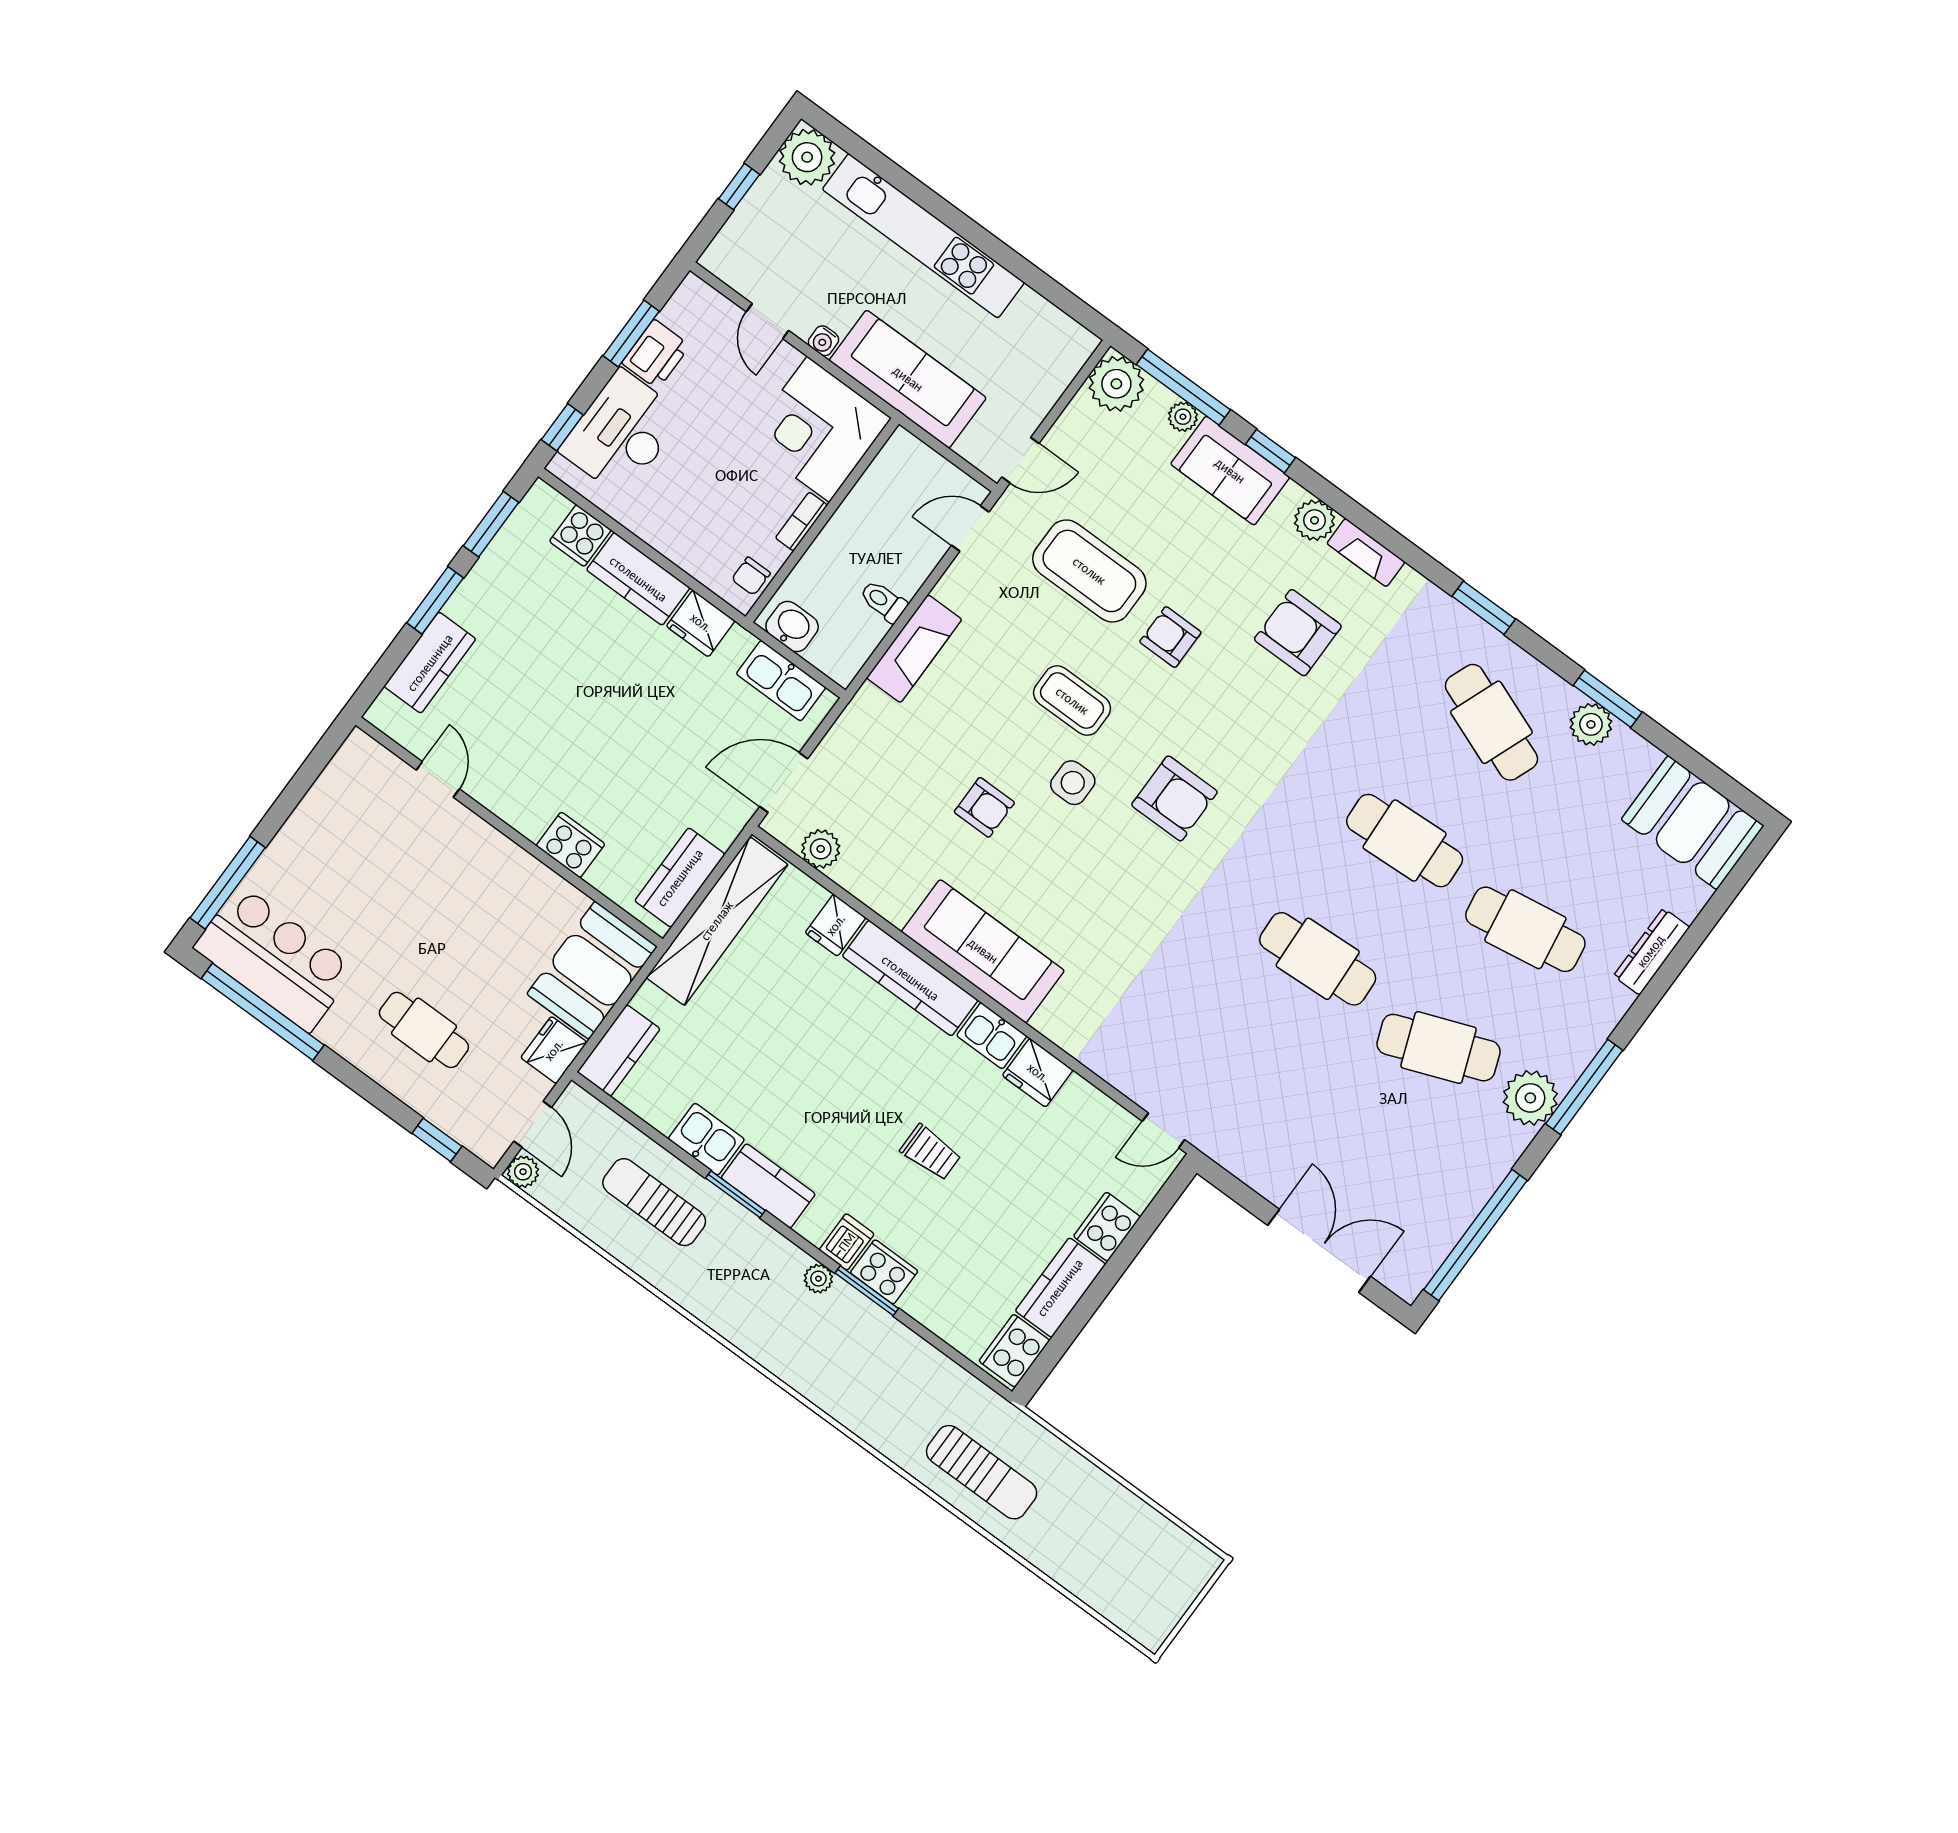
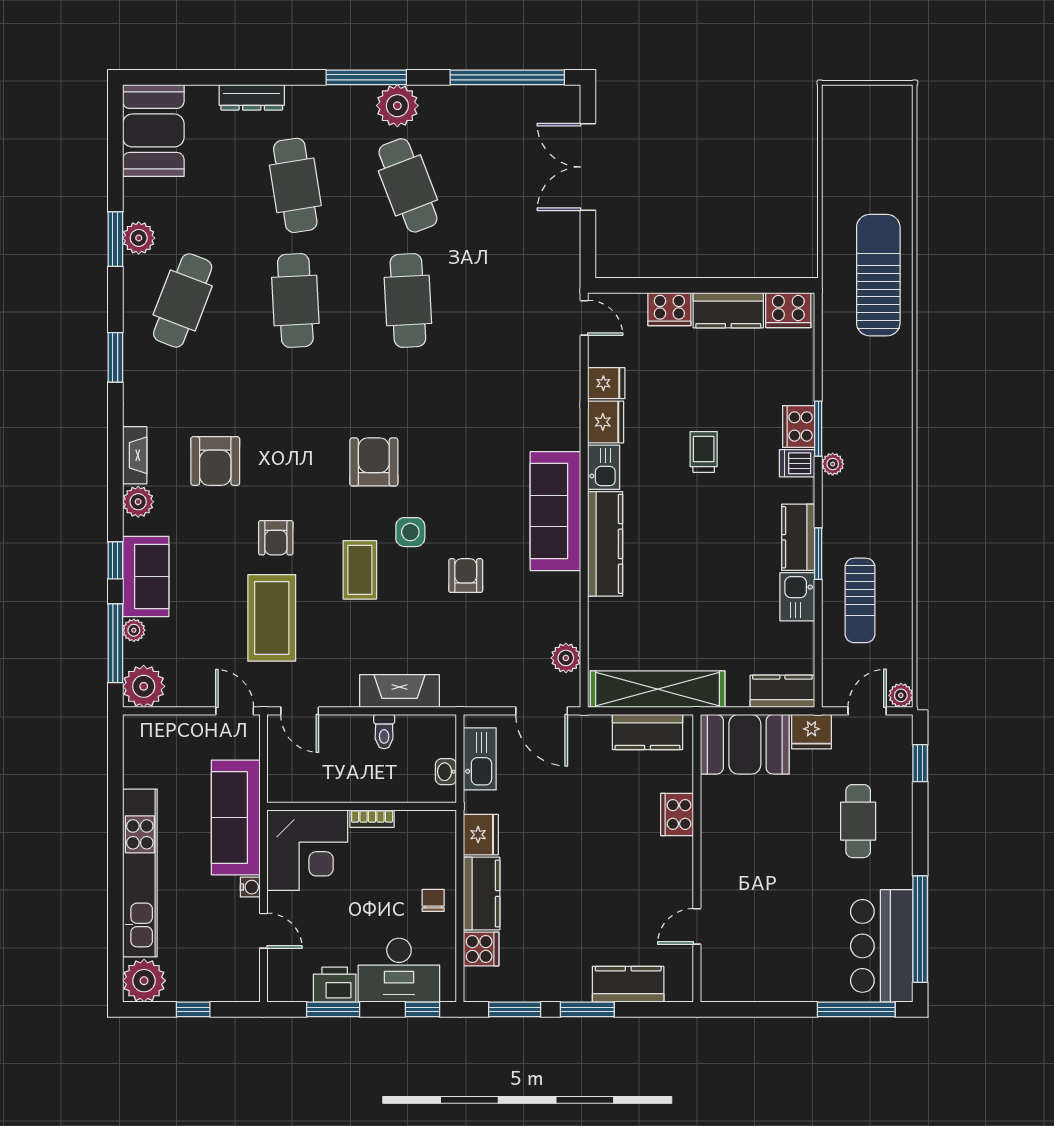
door: (767, 321) -> (264, 931), hinge flipped
chair: (751, 576) -> (433, 900), moved, turned -90
washbasin: (792, 626) -> (446, 772), width x0.72, depth x0.69
fridge: (836, 925) -> (606, 383), moved
sun lounger: (982, 1472) -> (878, 275), width x1.36, depth x1.34

